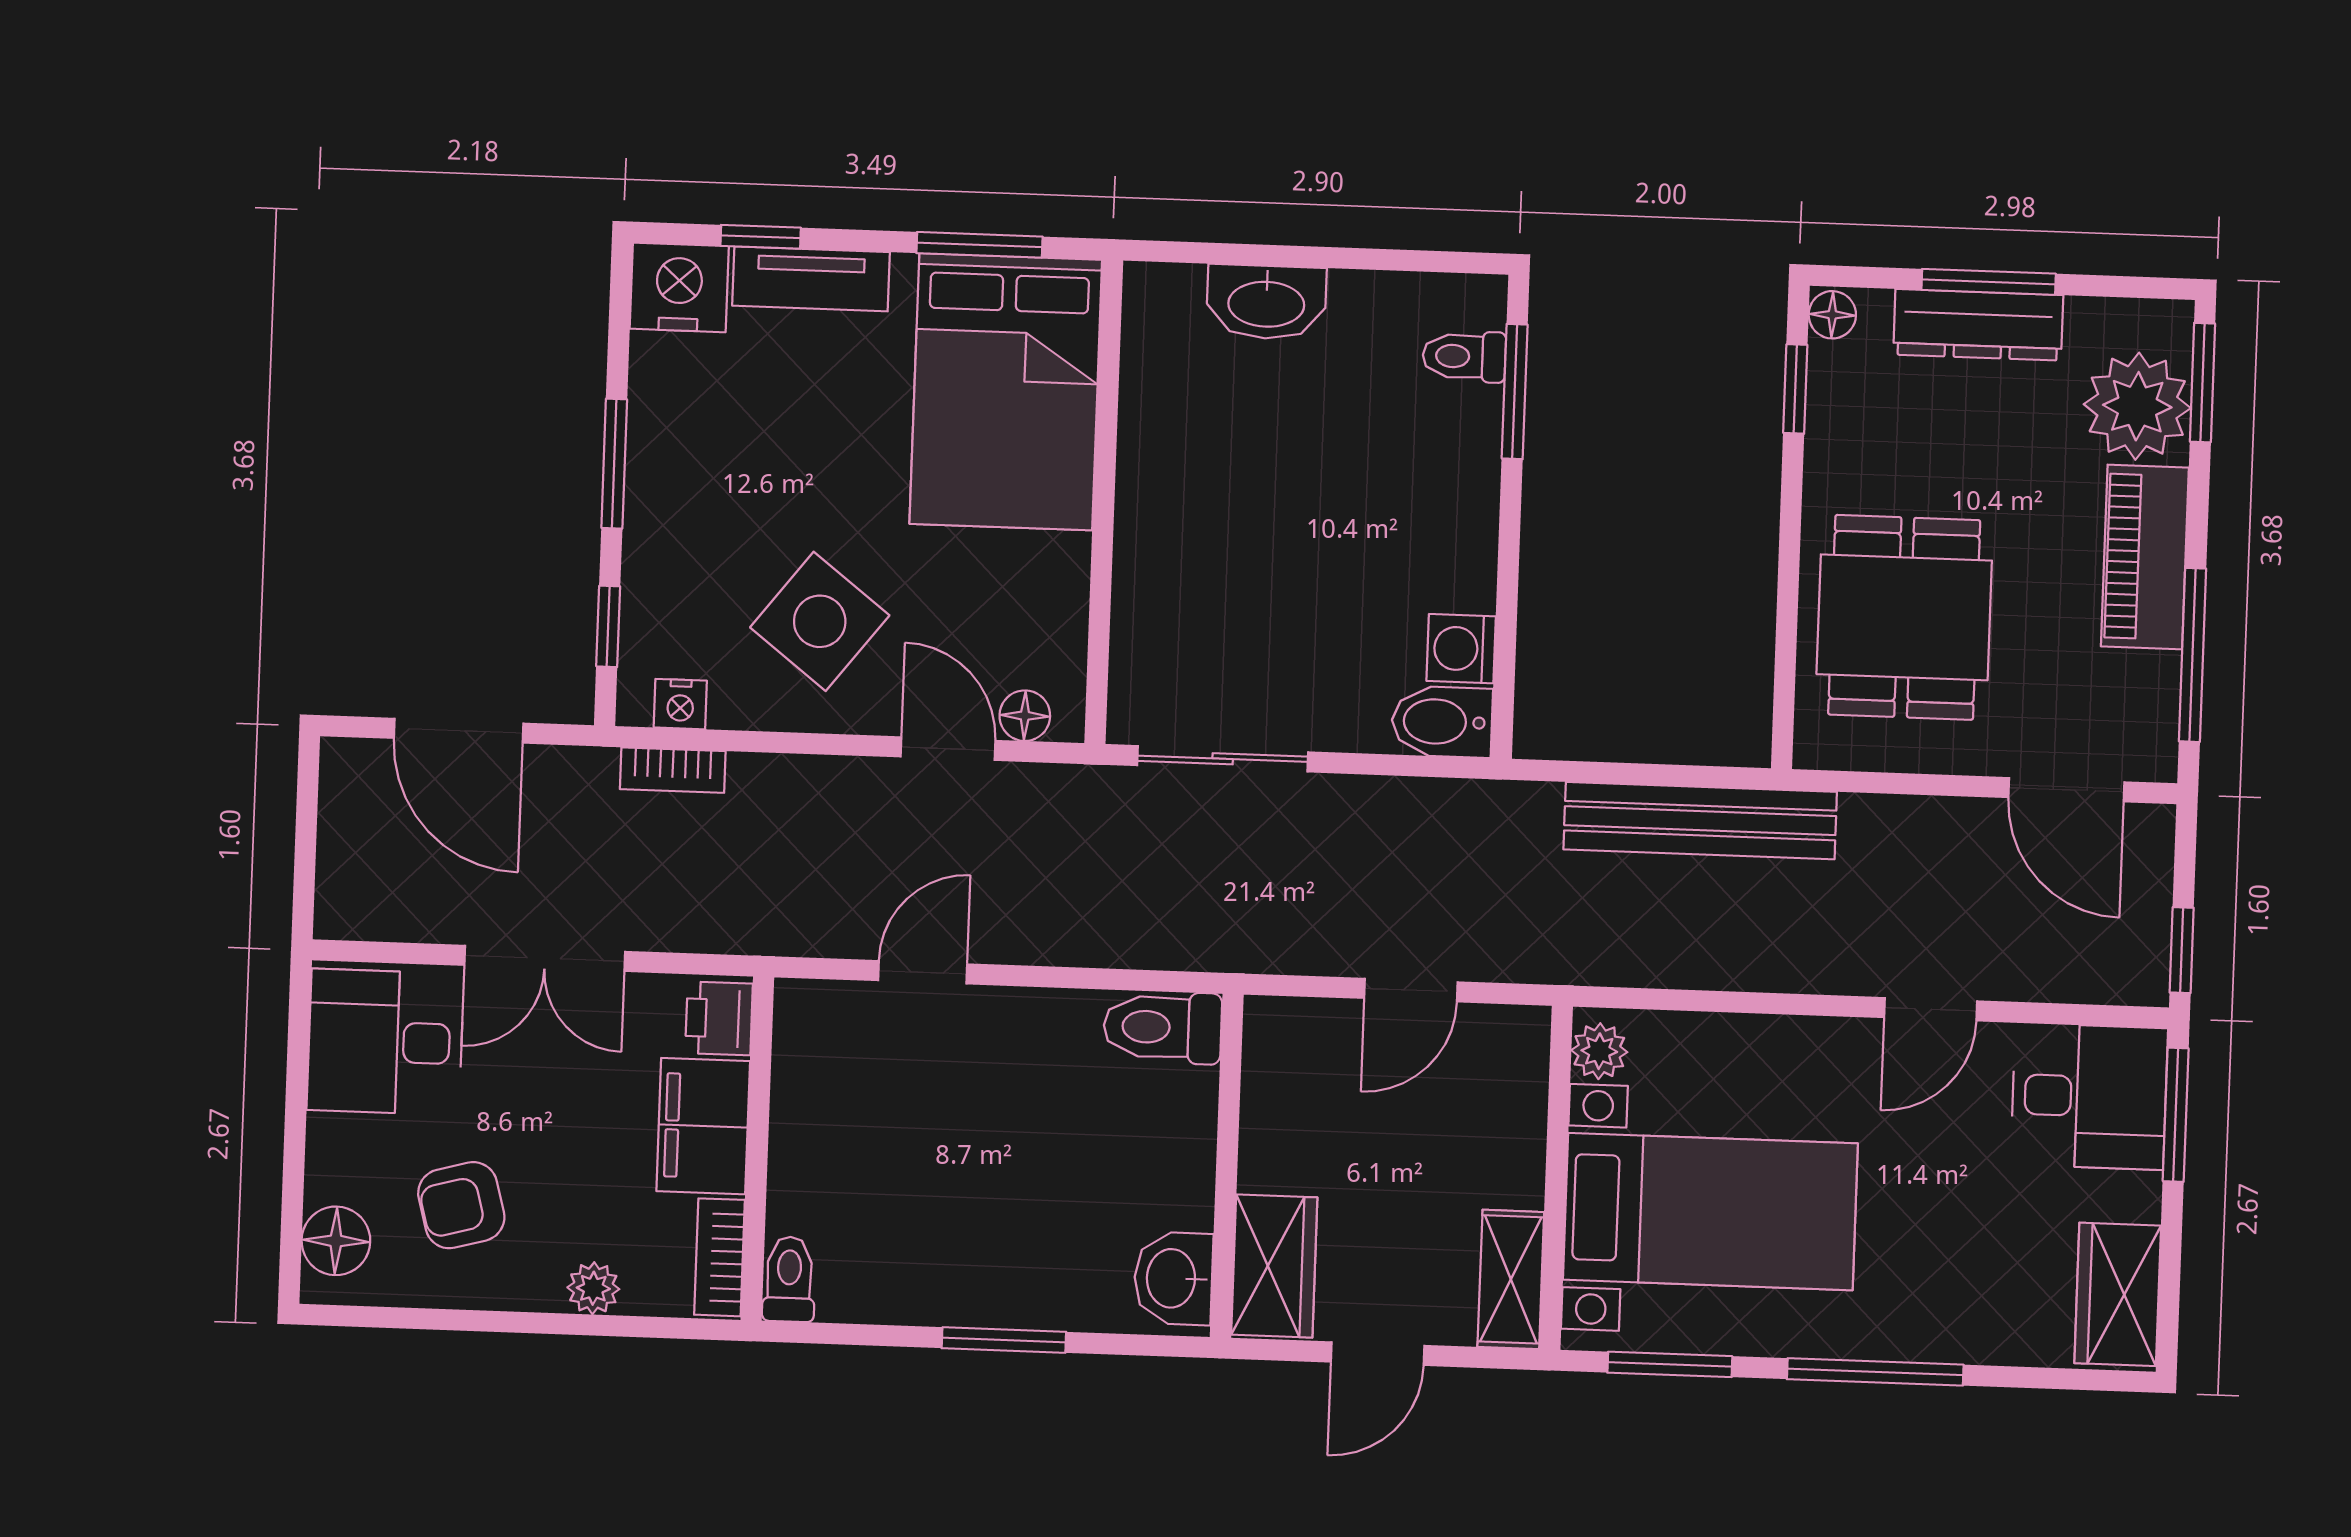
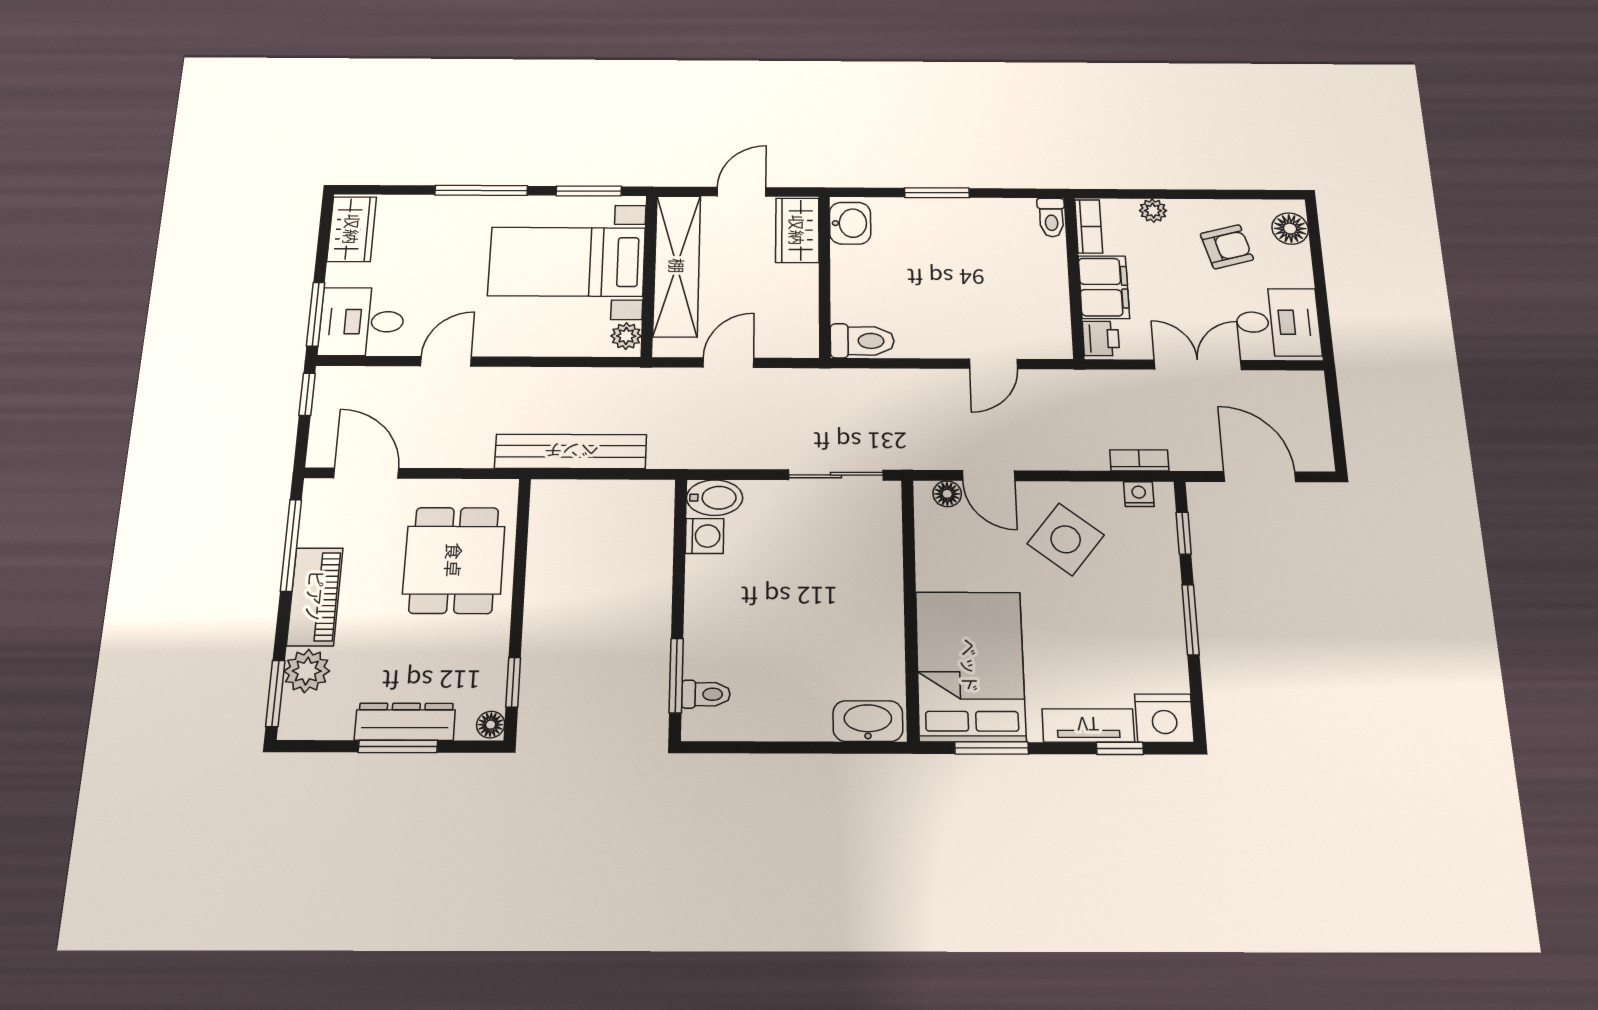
washbasin: (1266, 302) -> (868, 721), moved
plant: (2137, 406) -> (307, 671), width x0.73, depth x0.73
shelving: (1511, 1279) -> (677, 266), width x2.20, depth x1.33

